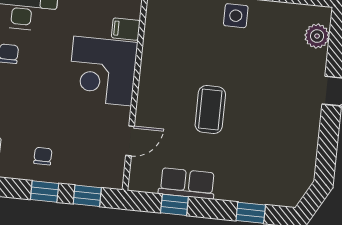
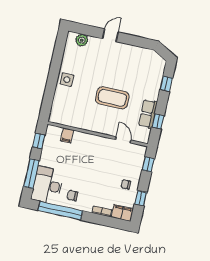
corner desk: (103, 71) -> (87, 149), removed
coffee table: (210, 110) -> (112, 98), width x1.36, depth x1.32
window: (45, 191) -> (141, 198), moved

